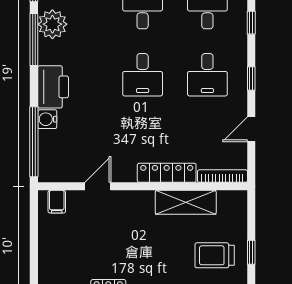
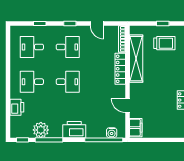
water cooler: (47, 119) -> (112, 133), moved
filing cabinet: (57, 202) -> (136, 128), width x2.00
shelving: (186, 202) -> (136, 59), width x1.47
trolley: (215, 255) -> (164, 43), turned -90

